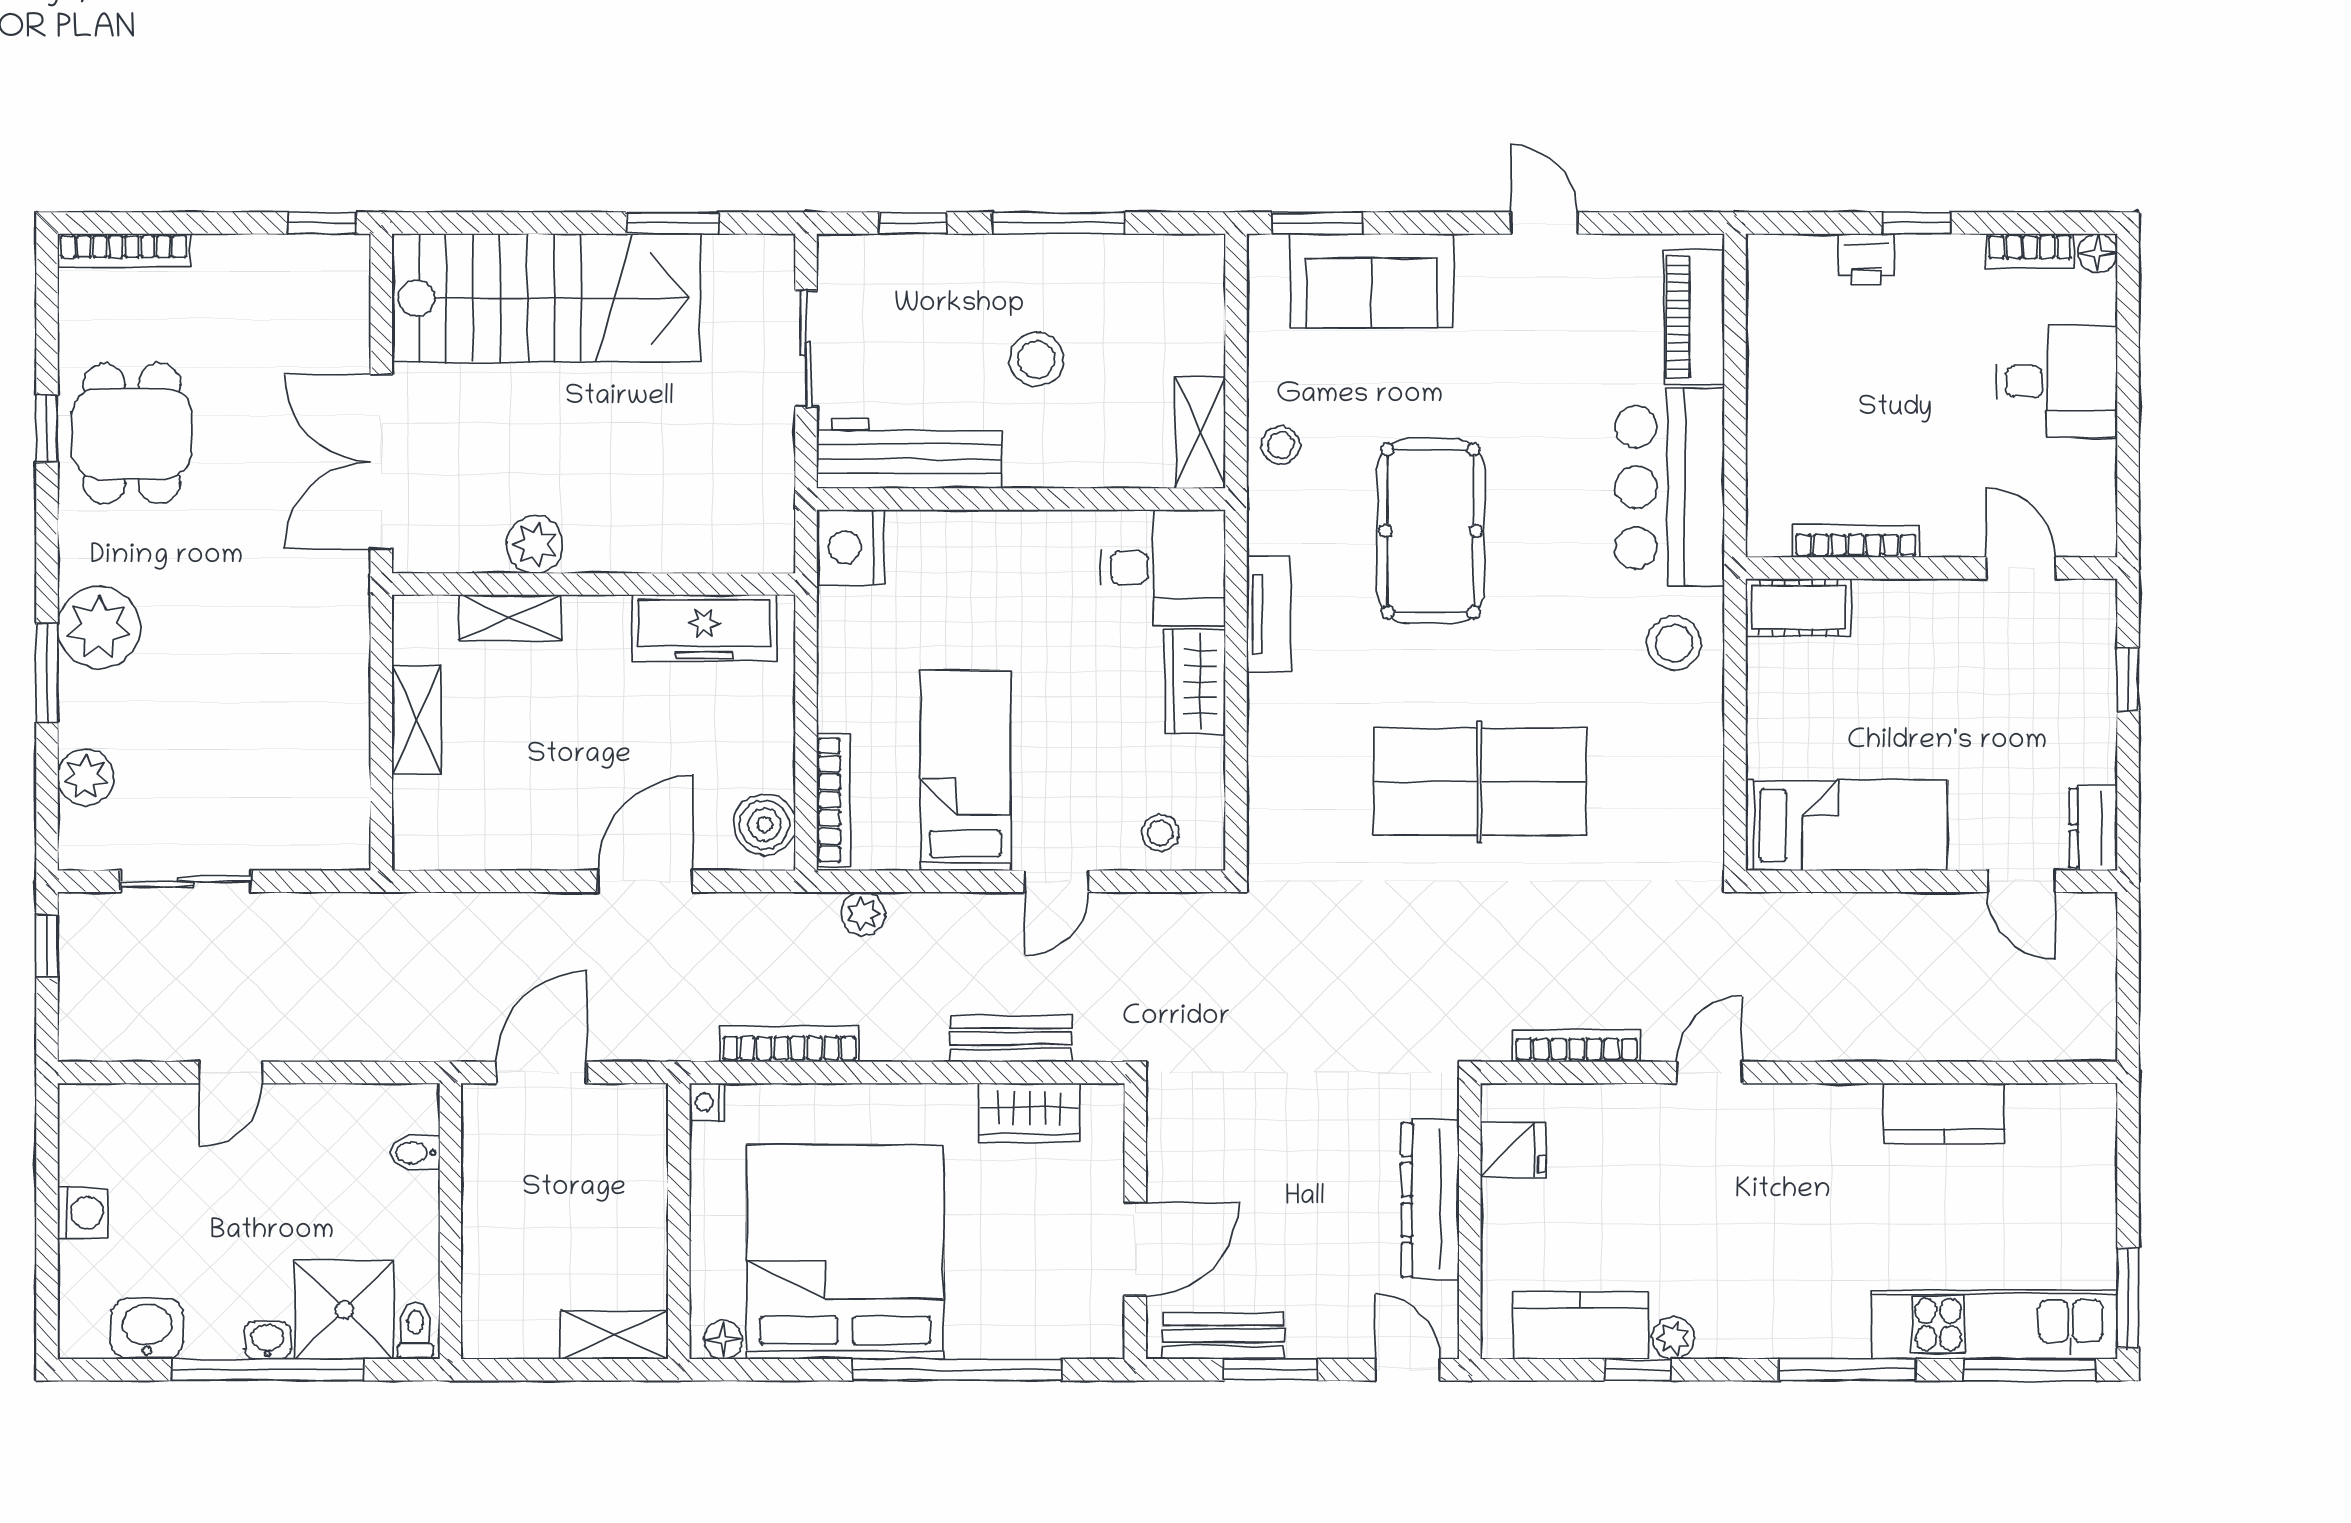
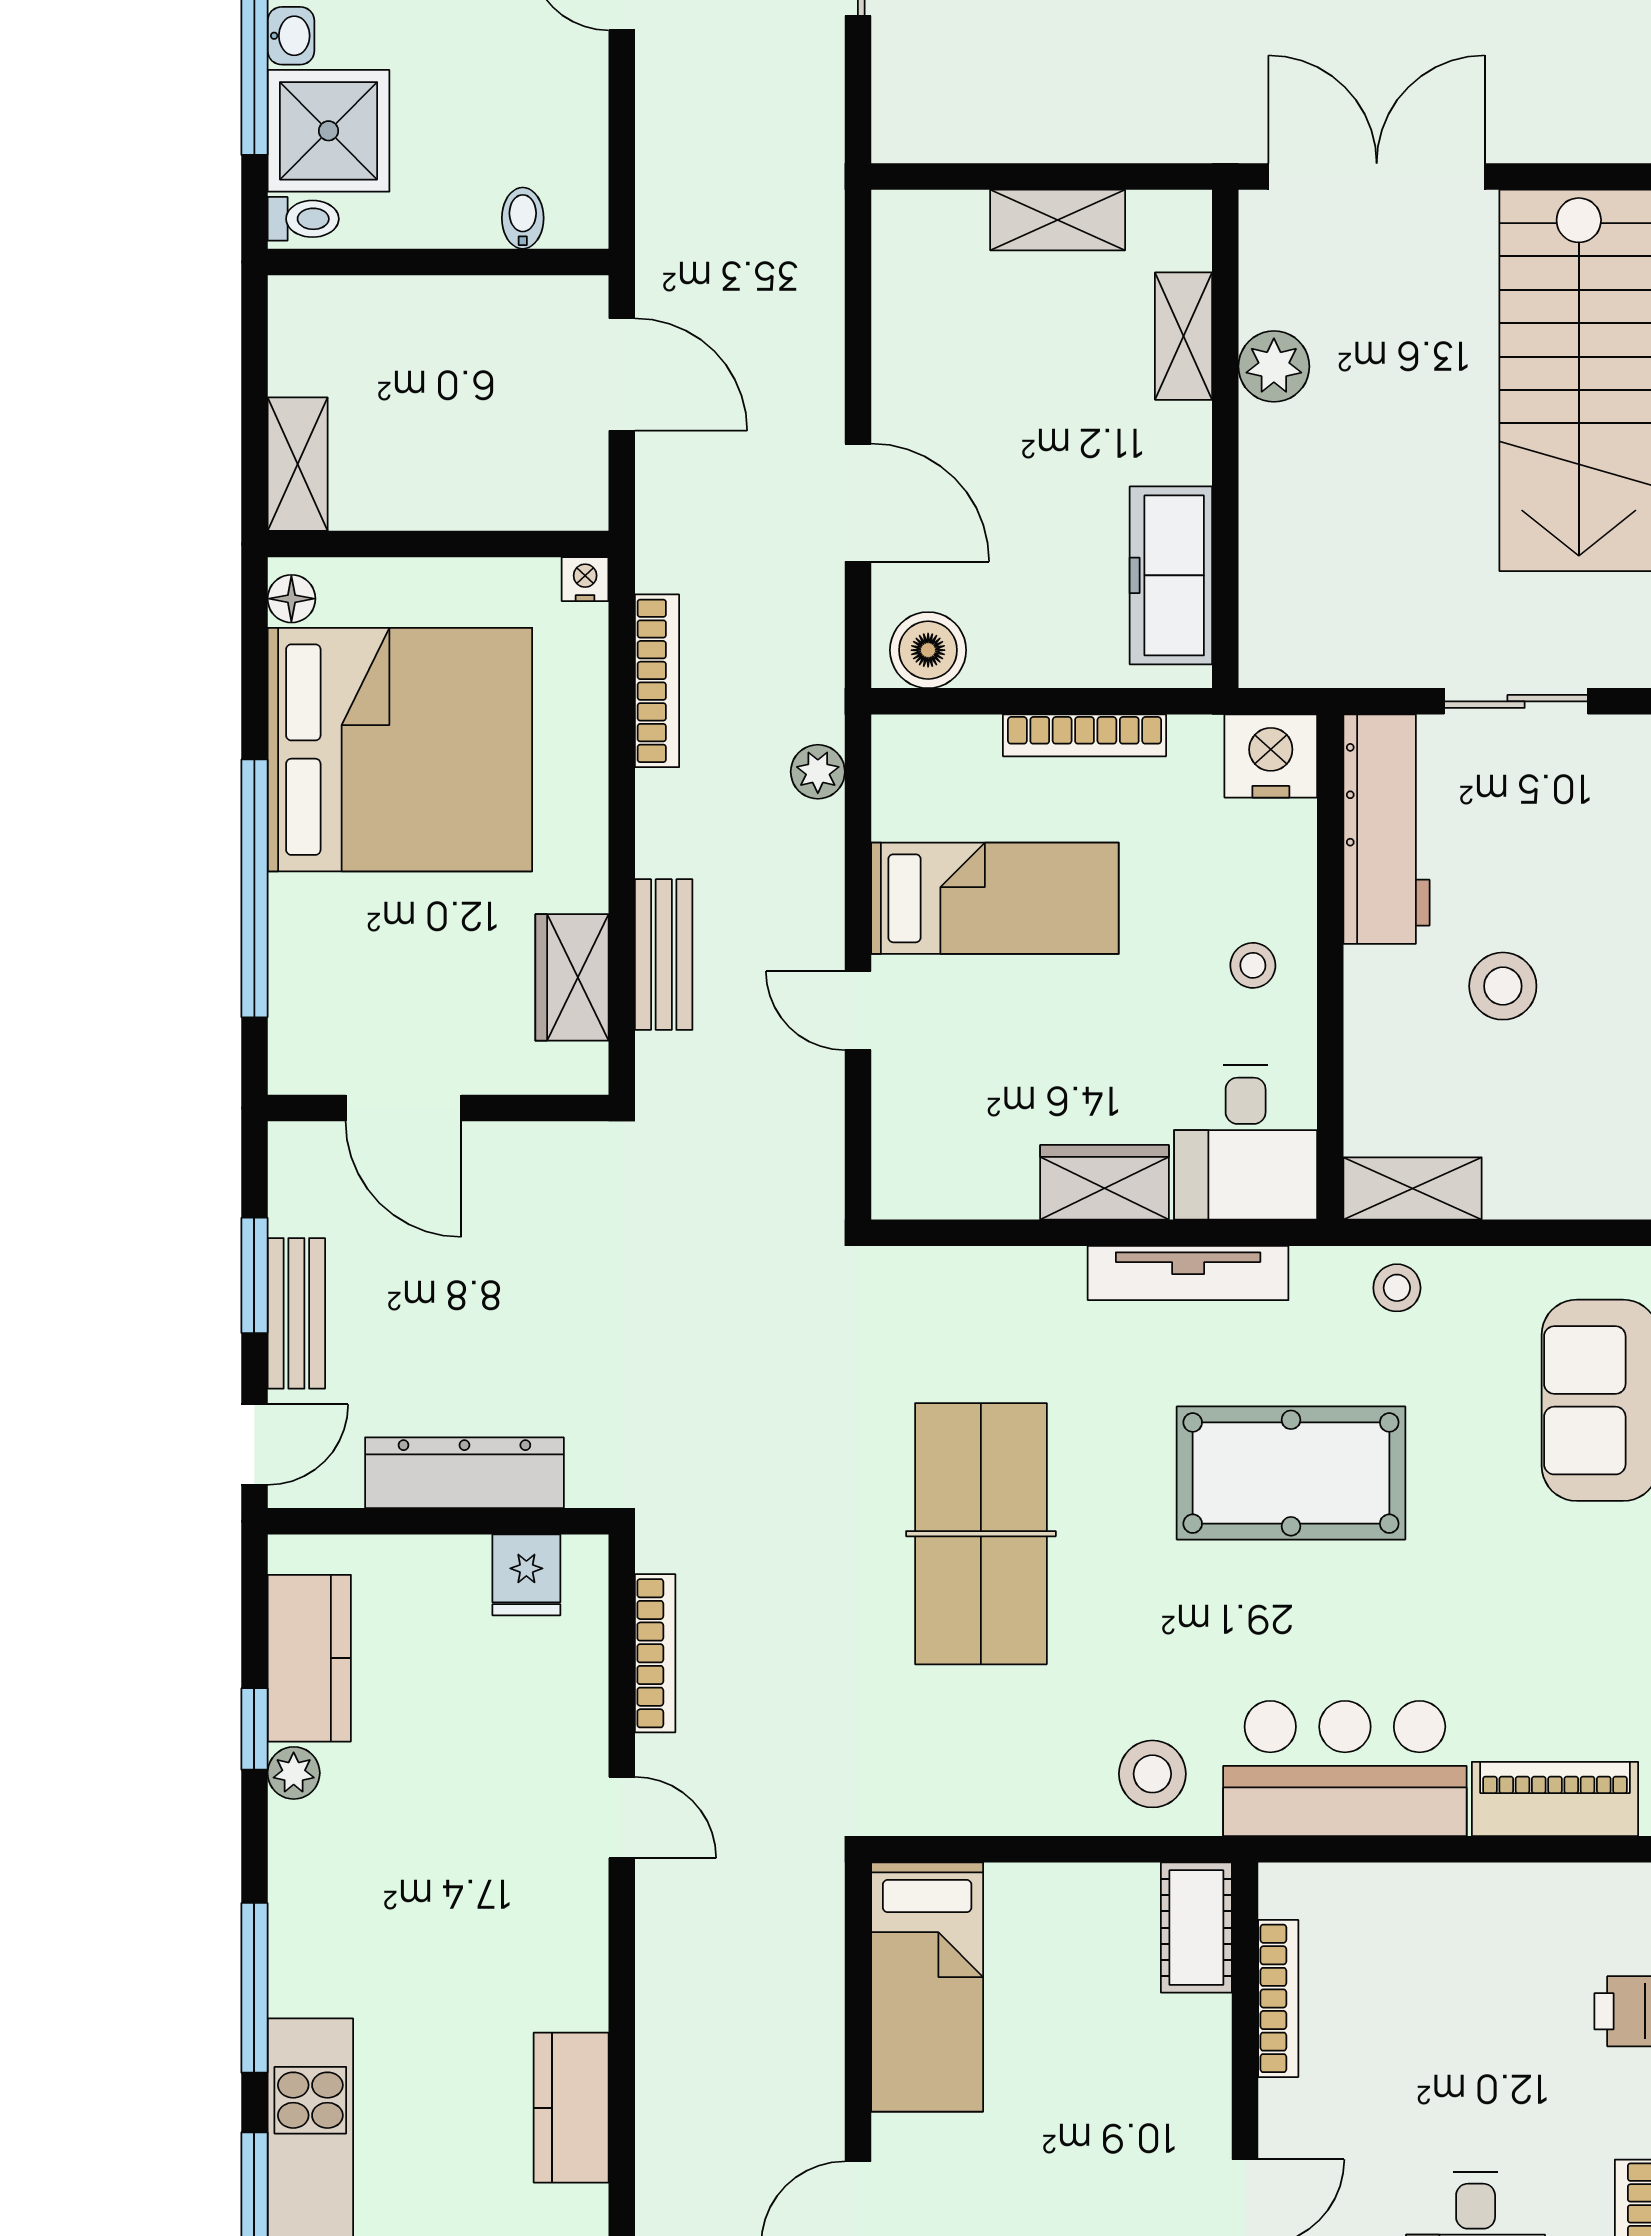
tv unit: (1269, 614) -> (1188, 1273), width x1.41
bookcase: (834, 800) -> (1085, 735), moved
stool: (1160, 833) -> (1253, 965), moved
bench: (1224, 1336) -> (296, 1313), moved

